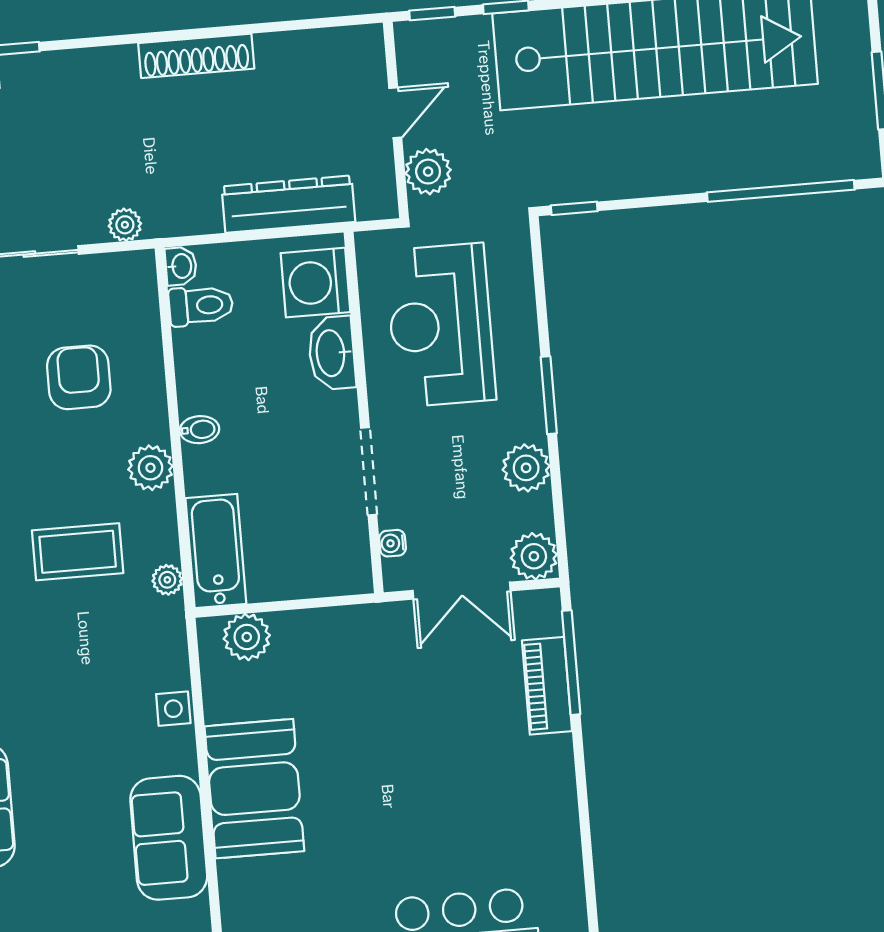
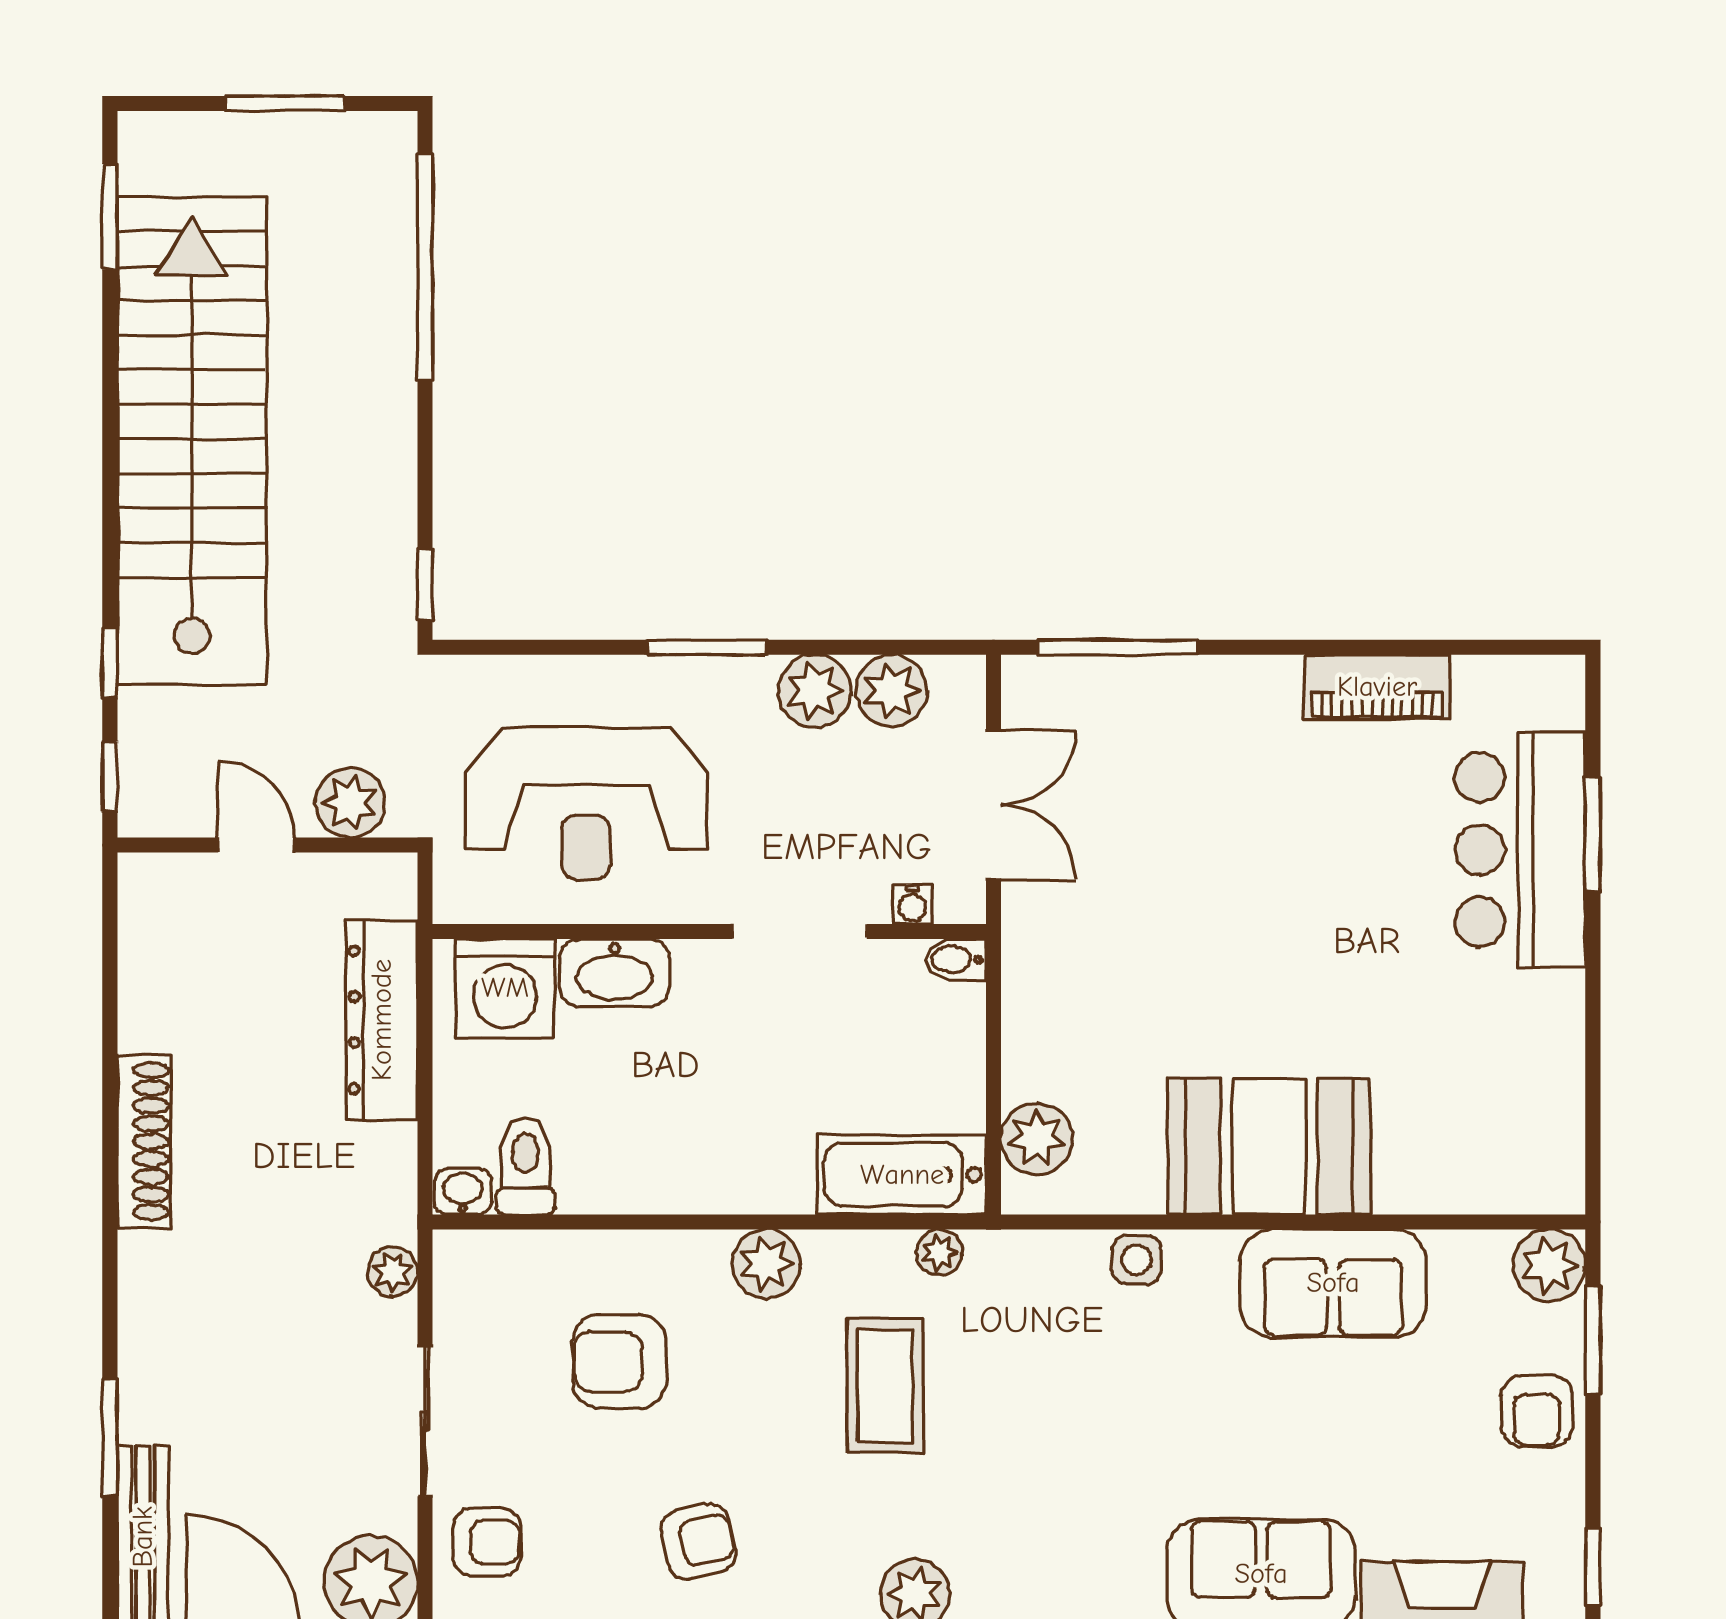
bidet: (199, 430) -> (956, 960), moved, turned -90
plant: (534, 556) -> (892, 691), moved
piano: (547, 686) -> (1377, 687), moved

